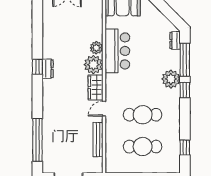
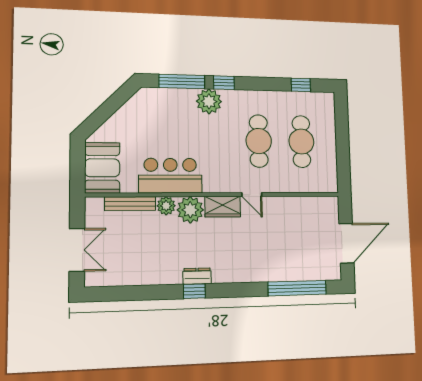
dresser: (175, 40) -> (155, 94), removed
bench: (98, 140) -> (130, 204), moved

